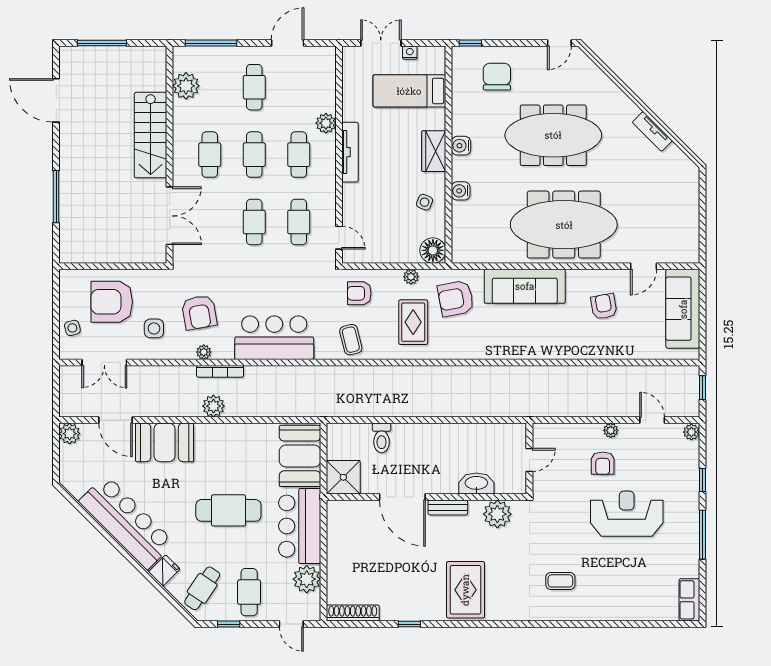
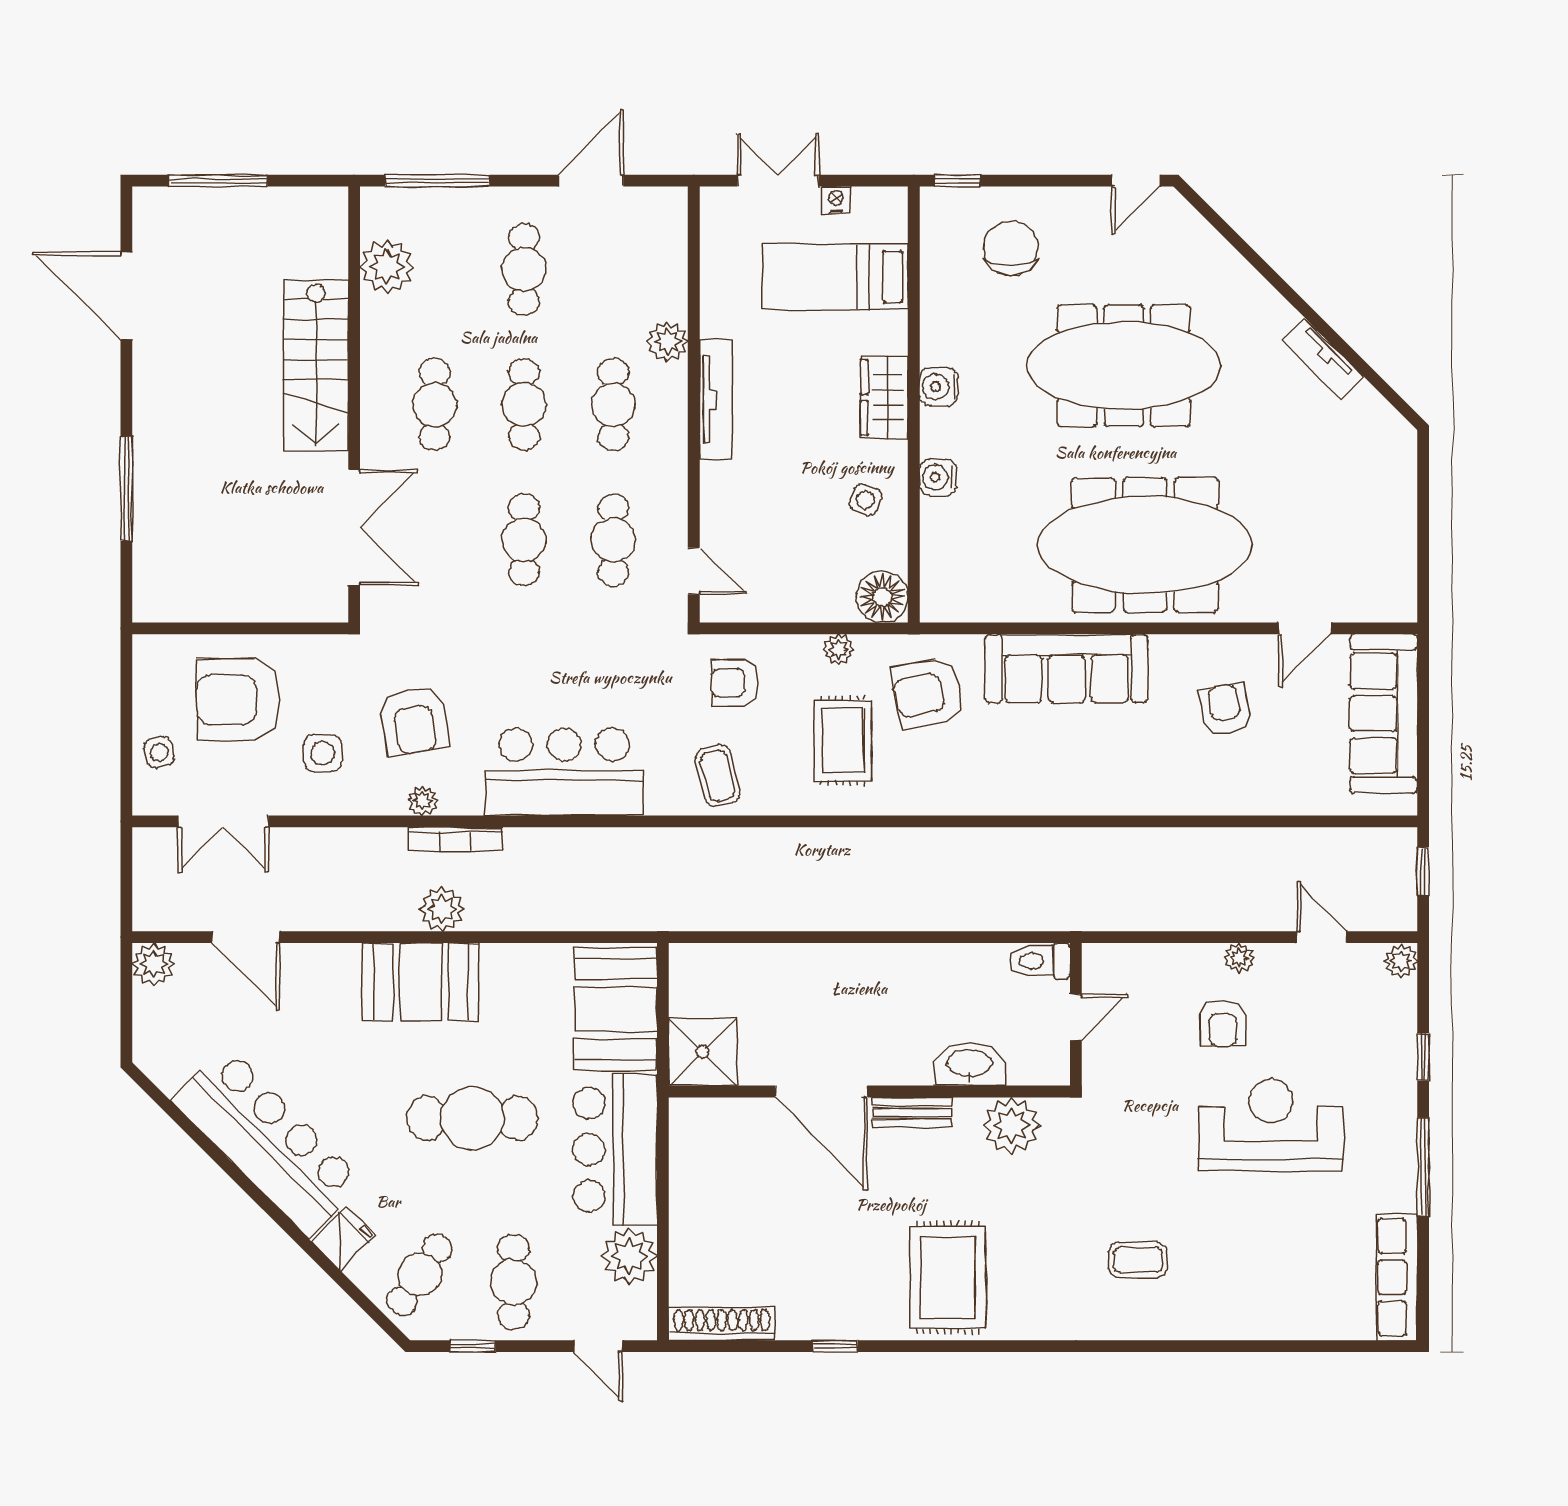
toilet: (382, 438) -> (1040, 961), moved, turned 90
booth: (165, 442) -> (421, 982), moved
row of seats: (689, 600) -> (1397, 1277), width x1.48

